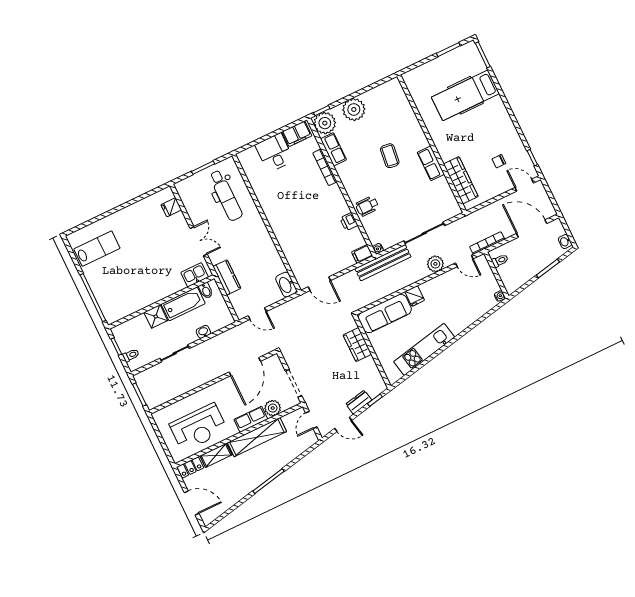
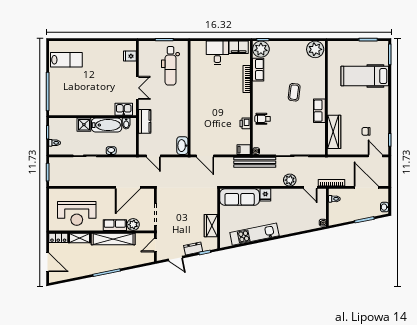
plant: (354, 109) -> (315, 49), moved
wardrobe: (357, 345) -> (211, 226), moved

